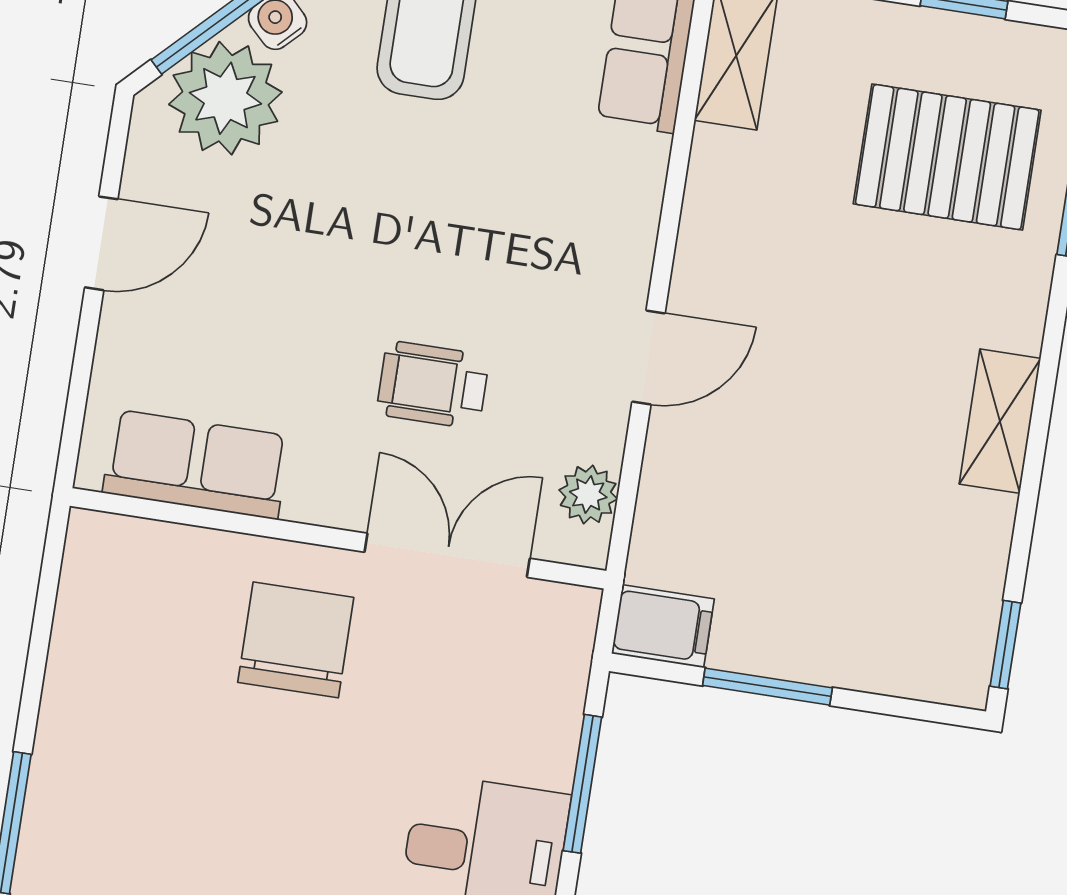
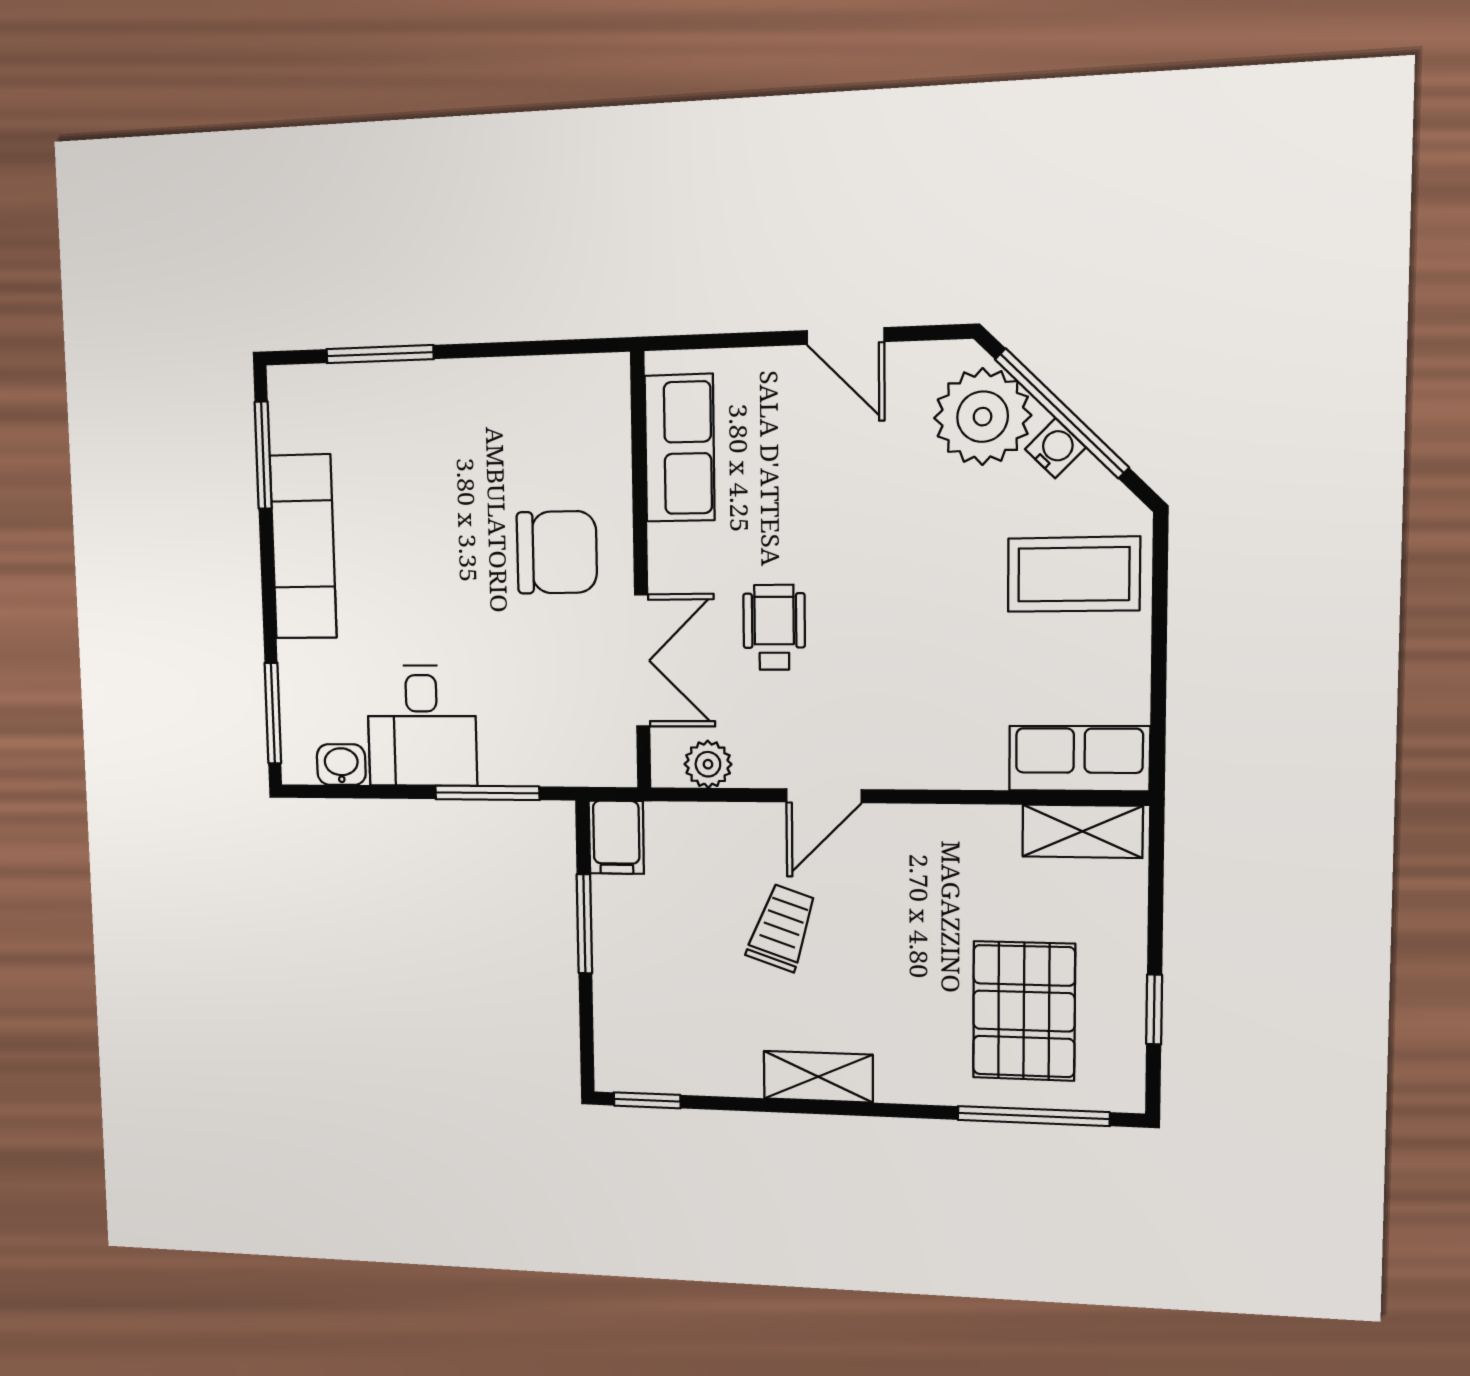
door: (648, 357) -> (824, 796), hinge flipped
trolley: (806, 436) -> (782, 928), added

